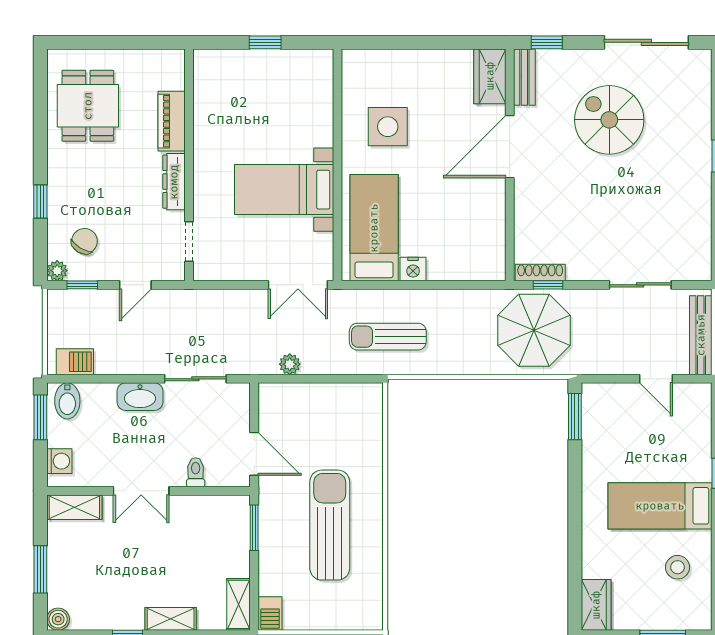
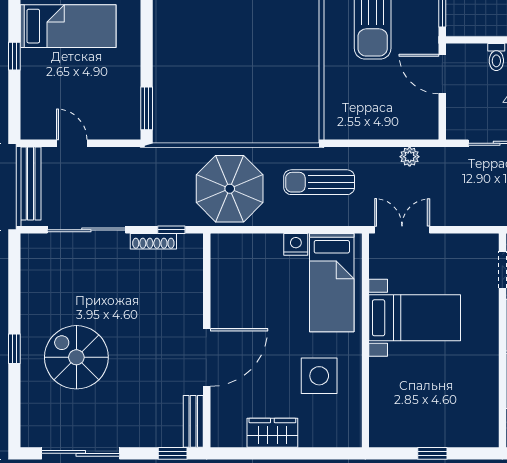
wardrobe: (490, 76) -> (272, 433), moved, turned -90
spiral stairs: (609, 120) -> (76, 357), moved, turned 180
shoe rack: (540, 273) -> (153, 241), moved
sliding door: (640, 285) -> (86, 230), width x1.37
parasol: (534, 330) -> (230, 189), moved
sun lounger: (388, 337) -> (319, 182), turned 180

